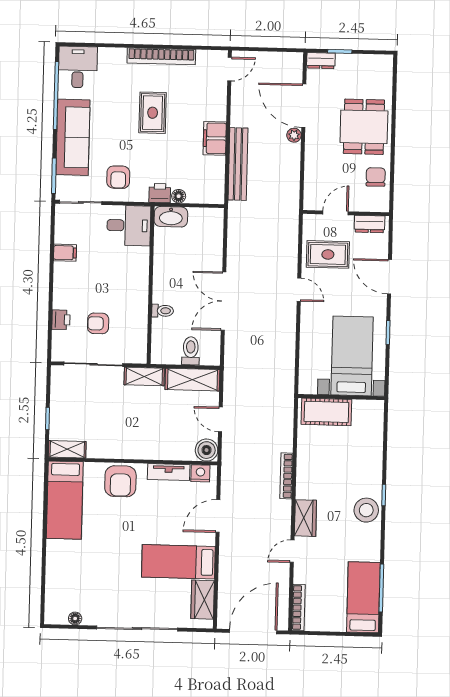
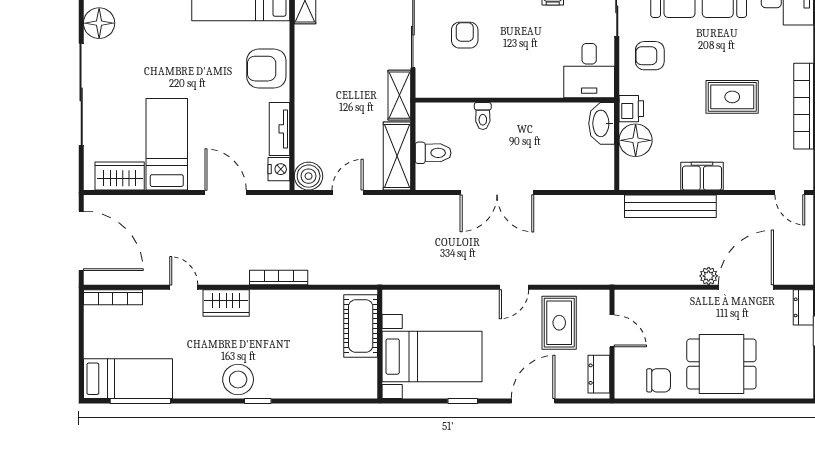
floor lamp: (179, 196) -> (636, 140), width x1.89, depth x1.89
double door: (223, 301) -> (497, 193), swing flipped
floor lamp: (75, 618) -> (99, 23), width x1.89, depth x1.89

